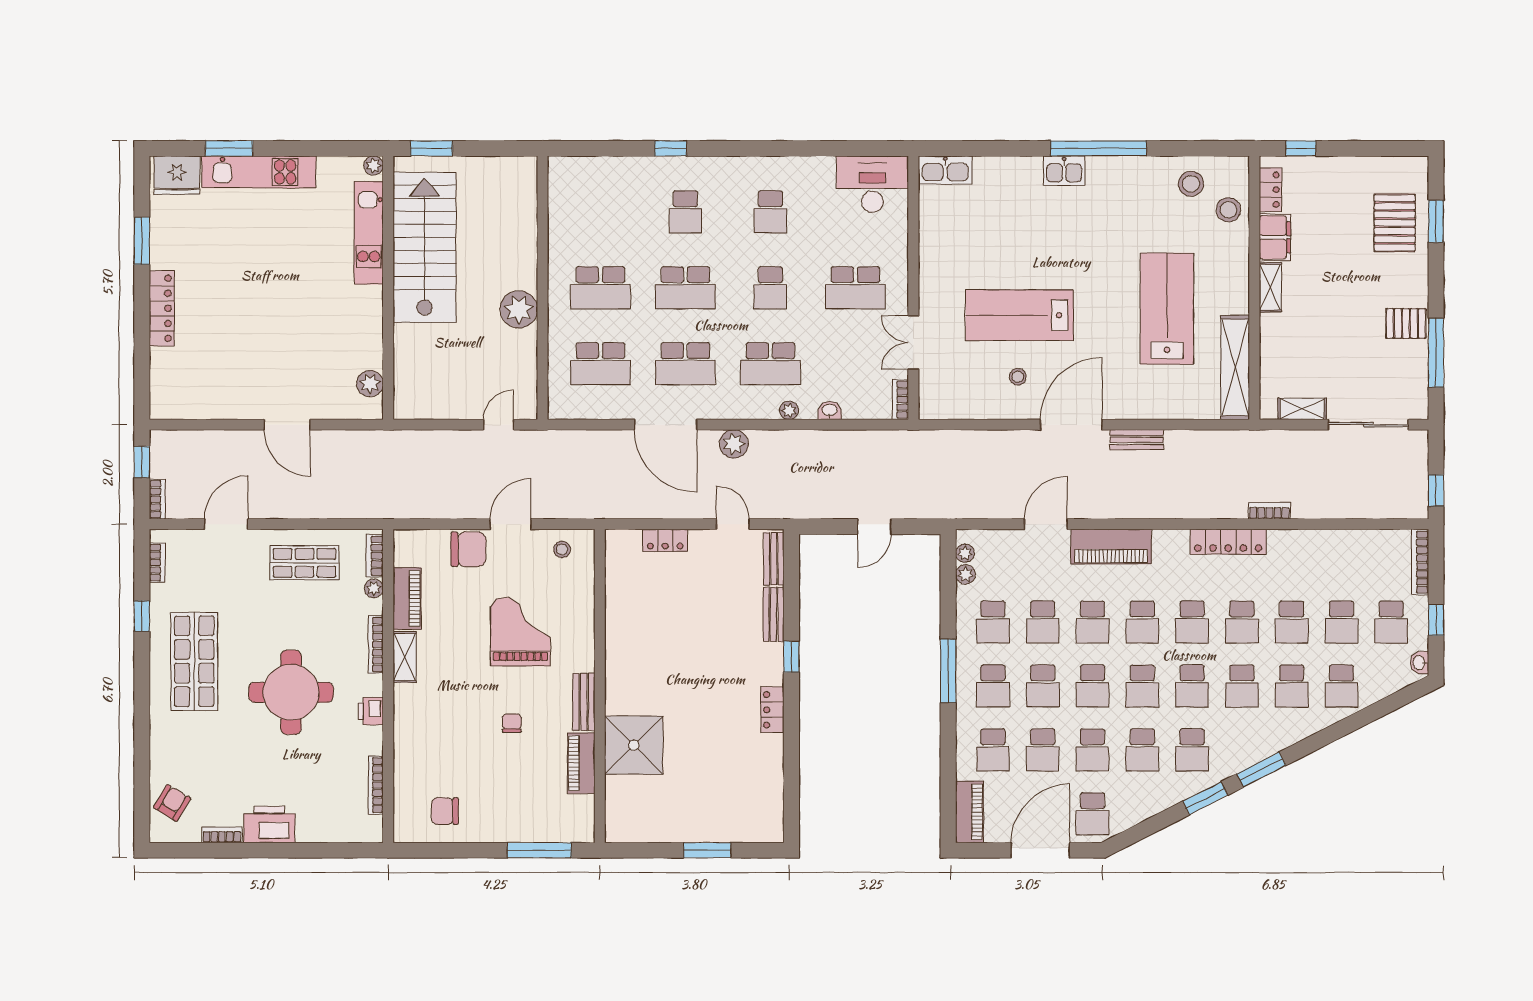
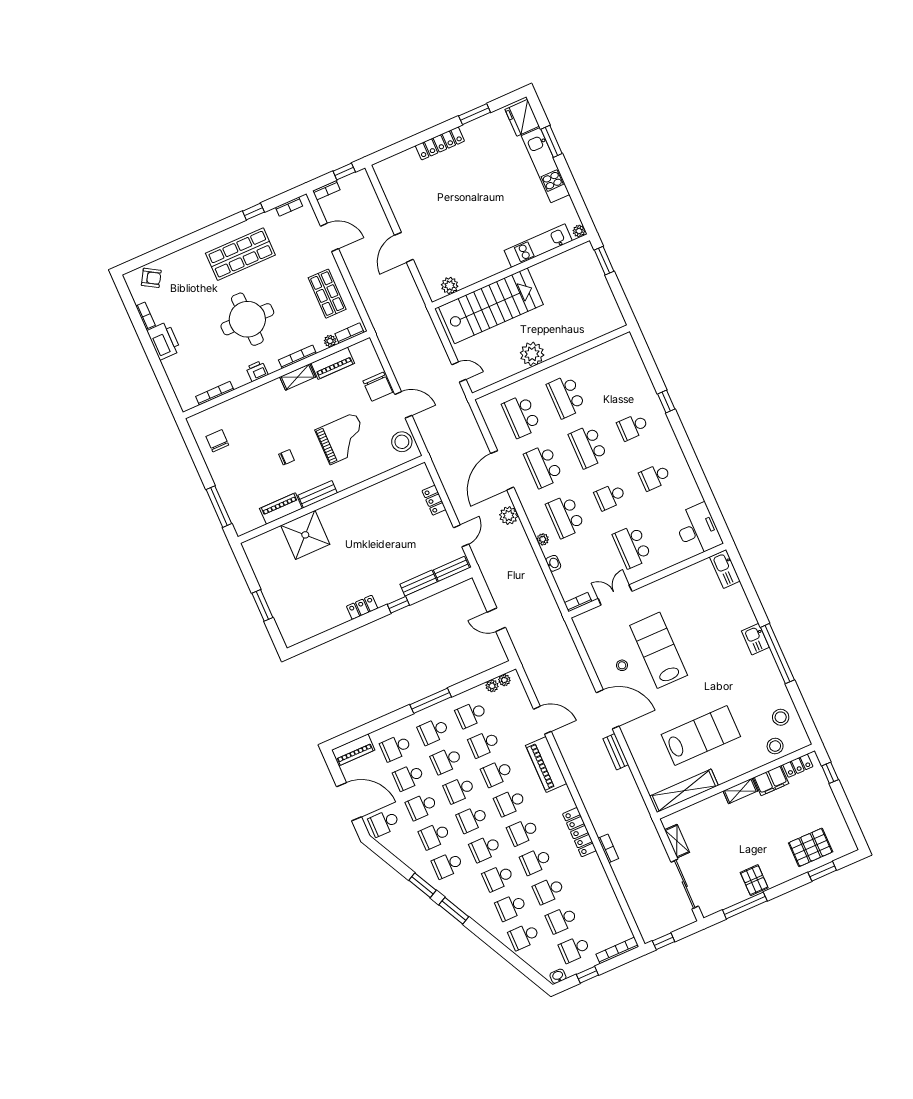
stairs: (425, 247) -> (491, 306), moved
stool: (562, 549) -> (402, 442), width x1.89, depth x1.89

